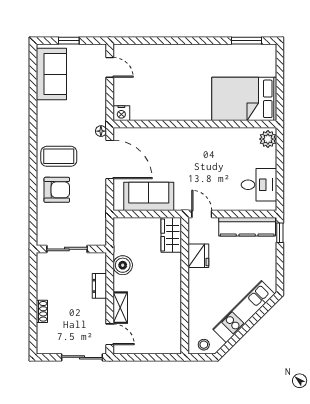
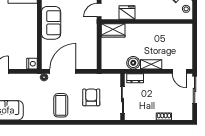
armchair: (57, 190) -> (91, 97), moved
sofa: (149, 196) -> (51, 23), moved, turned 180
dresser: (99, 286) -> (135, 78), moved
shelving: (120, 308) -> (151, 64), moved
door: (110, 334) -> (179, 71), swing flipped

